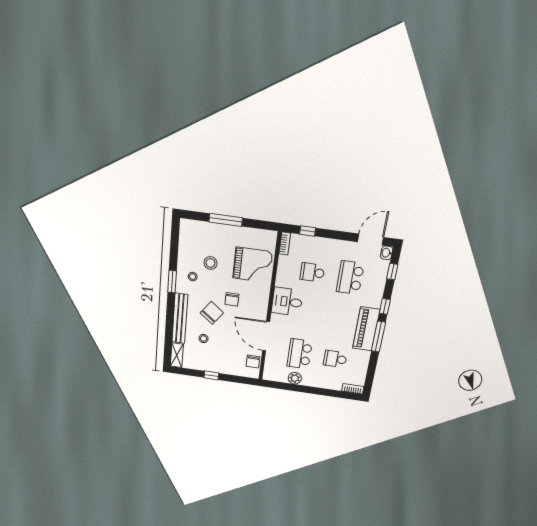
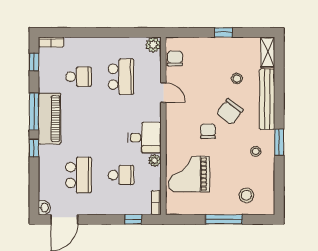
stool: (210, 263) -> (246, 195), moved
window: (392, 272) -> (34, 62), moved
plant: (281, 281) -> (155, 160), added
door: (266, 336) -> (163, 93), width x0.53
plant: (295, 378) -> (153, 45), moved

